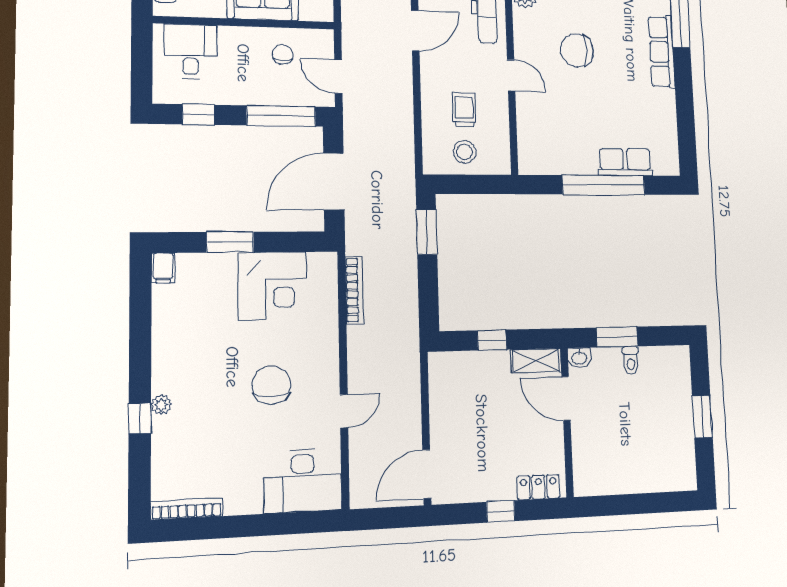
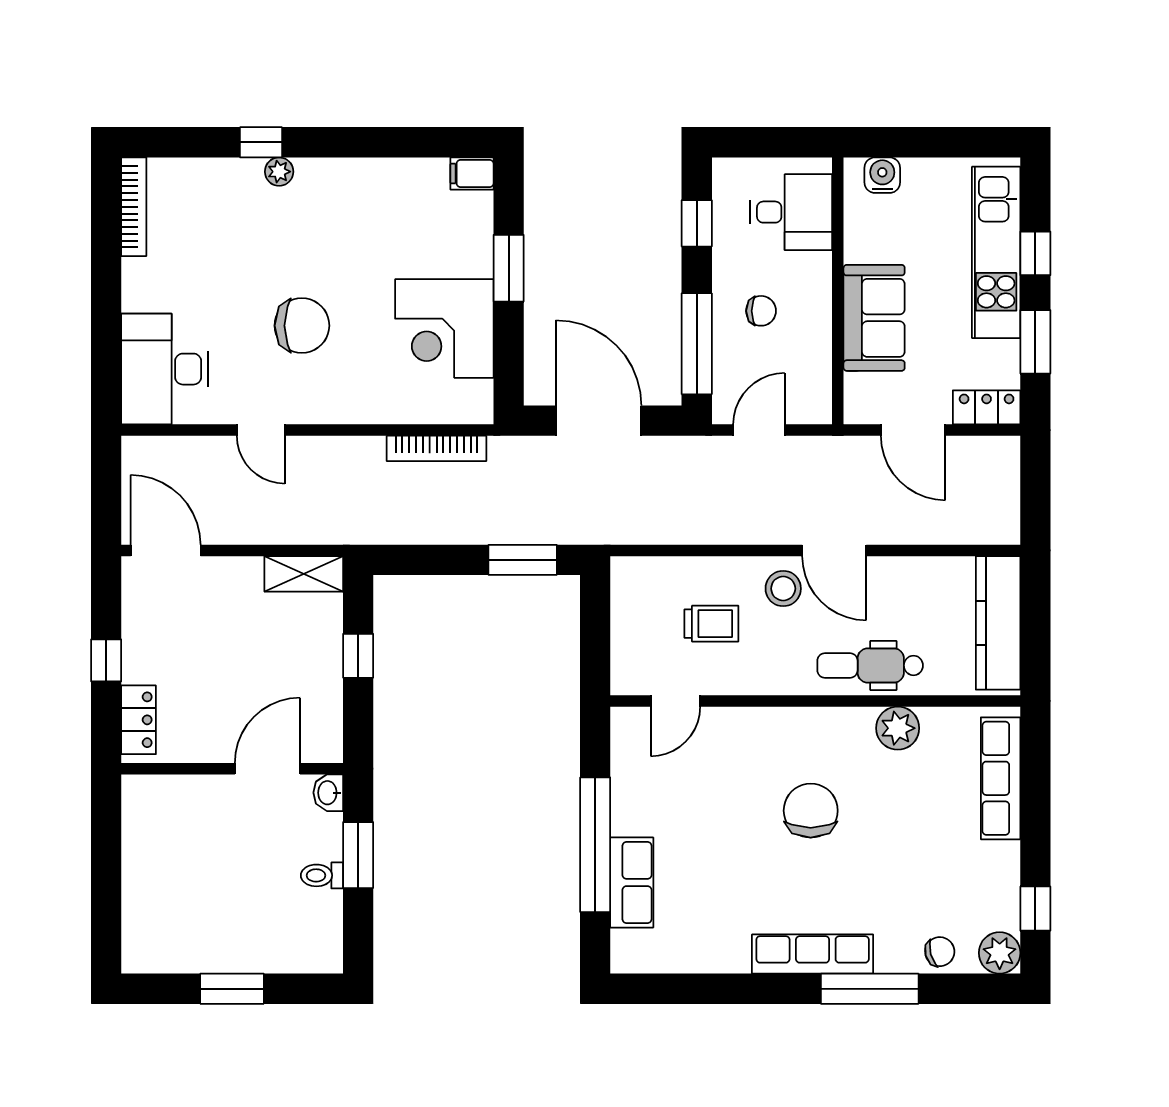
chair: (282, 54) -> (761, 311), moved
door: (511, 75) -> (675, 701), moved
stool: (465, 152) -> (783, 589), moved
shelving: (536, 361) -> (304, 574), moved, turned 90

